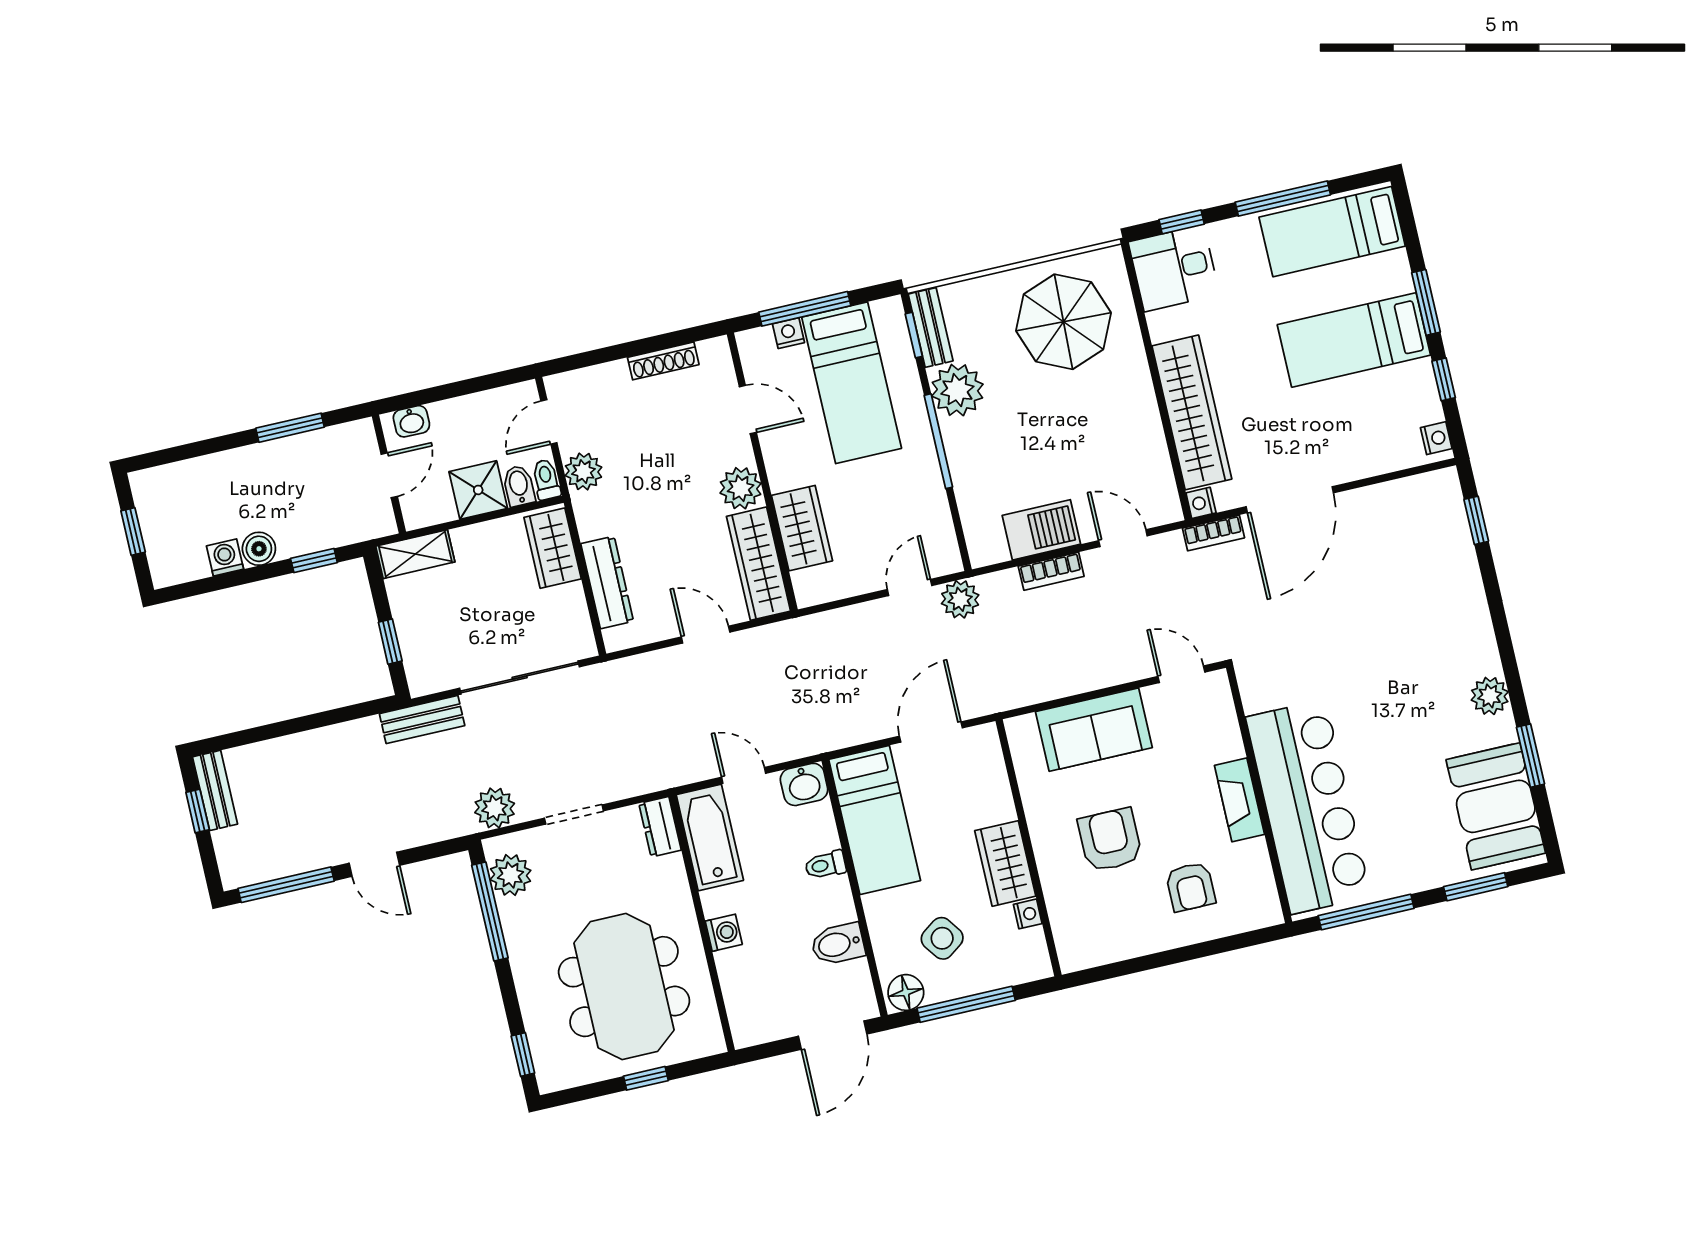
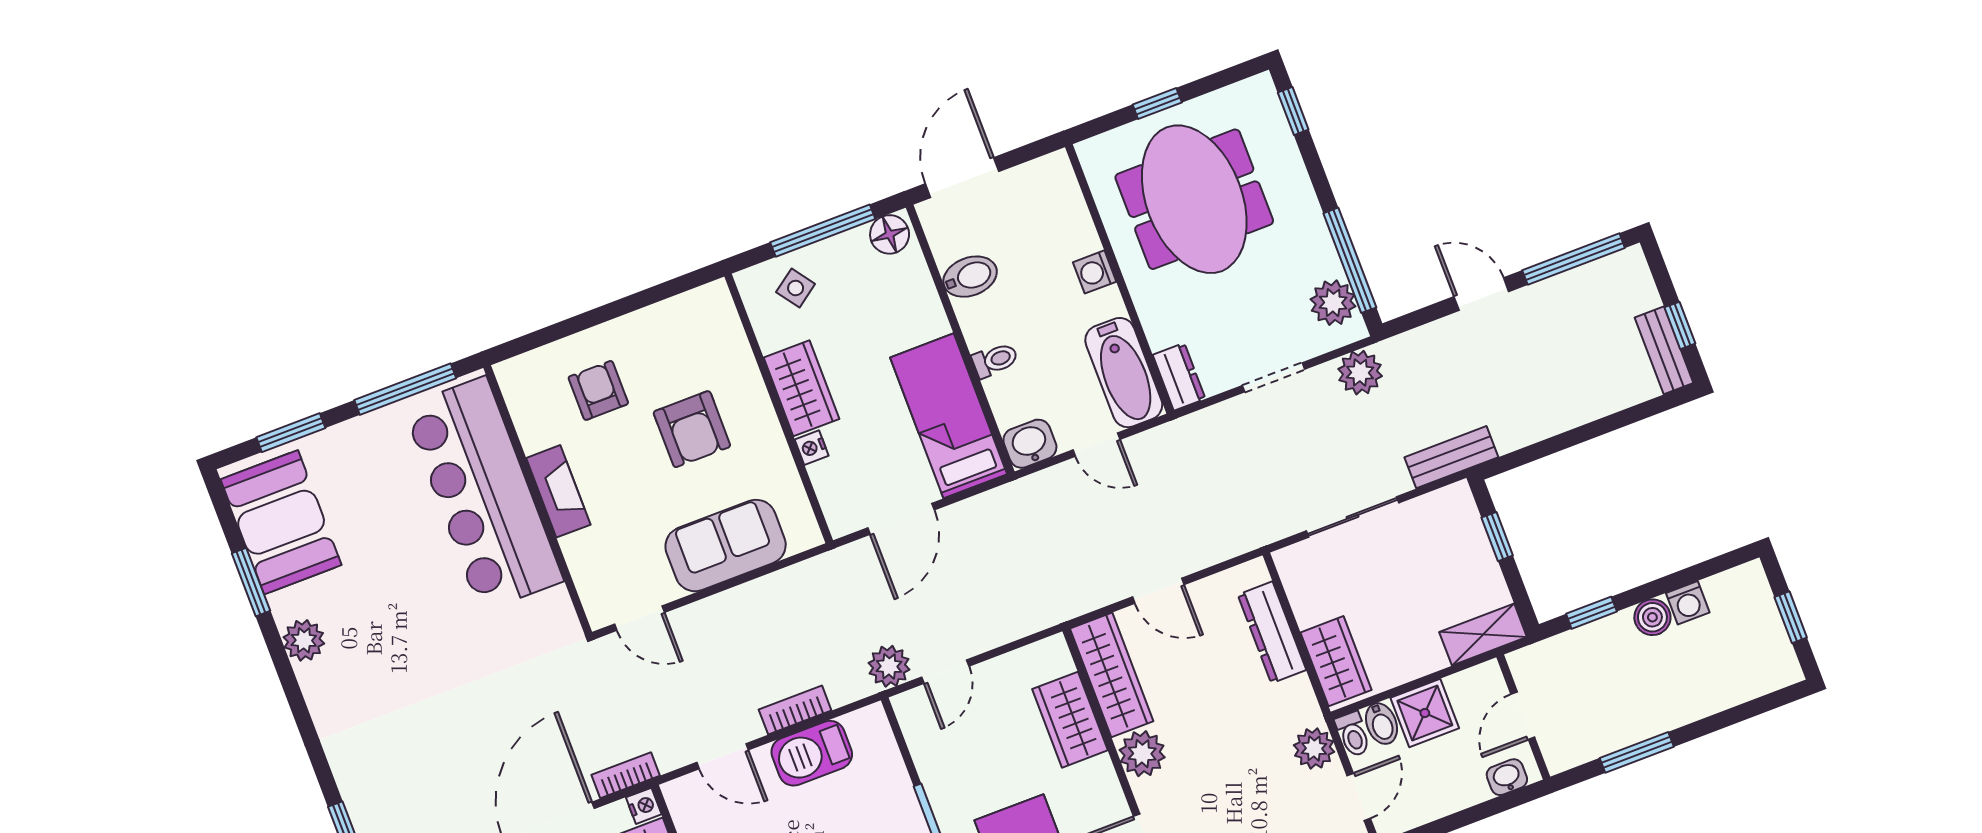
sliding door: (520, 678) -> (1352, 517), width x0.73
nightstand: (1028, 914) -> (812, 448), moved
side table: (942, 938) -> (796, 288), moved, width x0.73, depth x0.73

